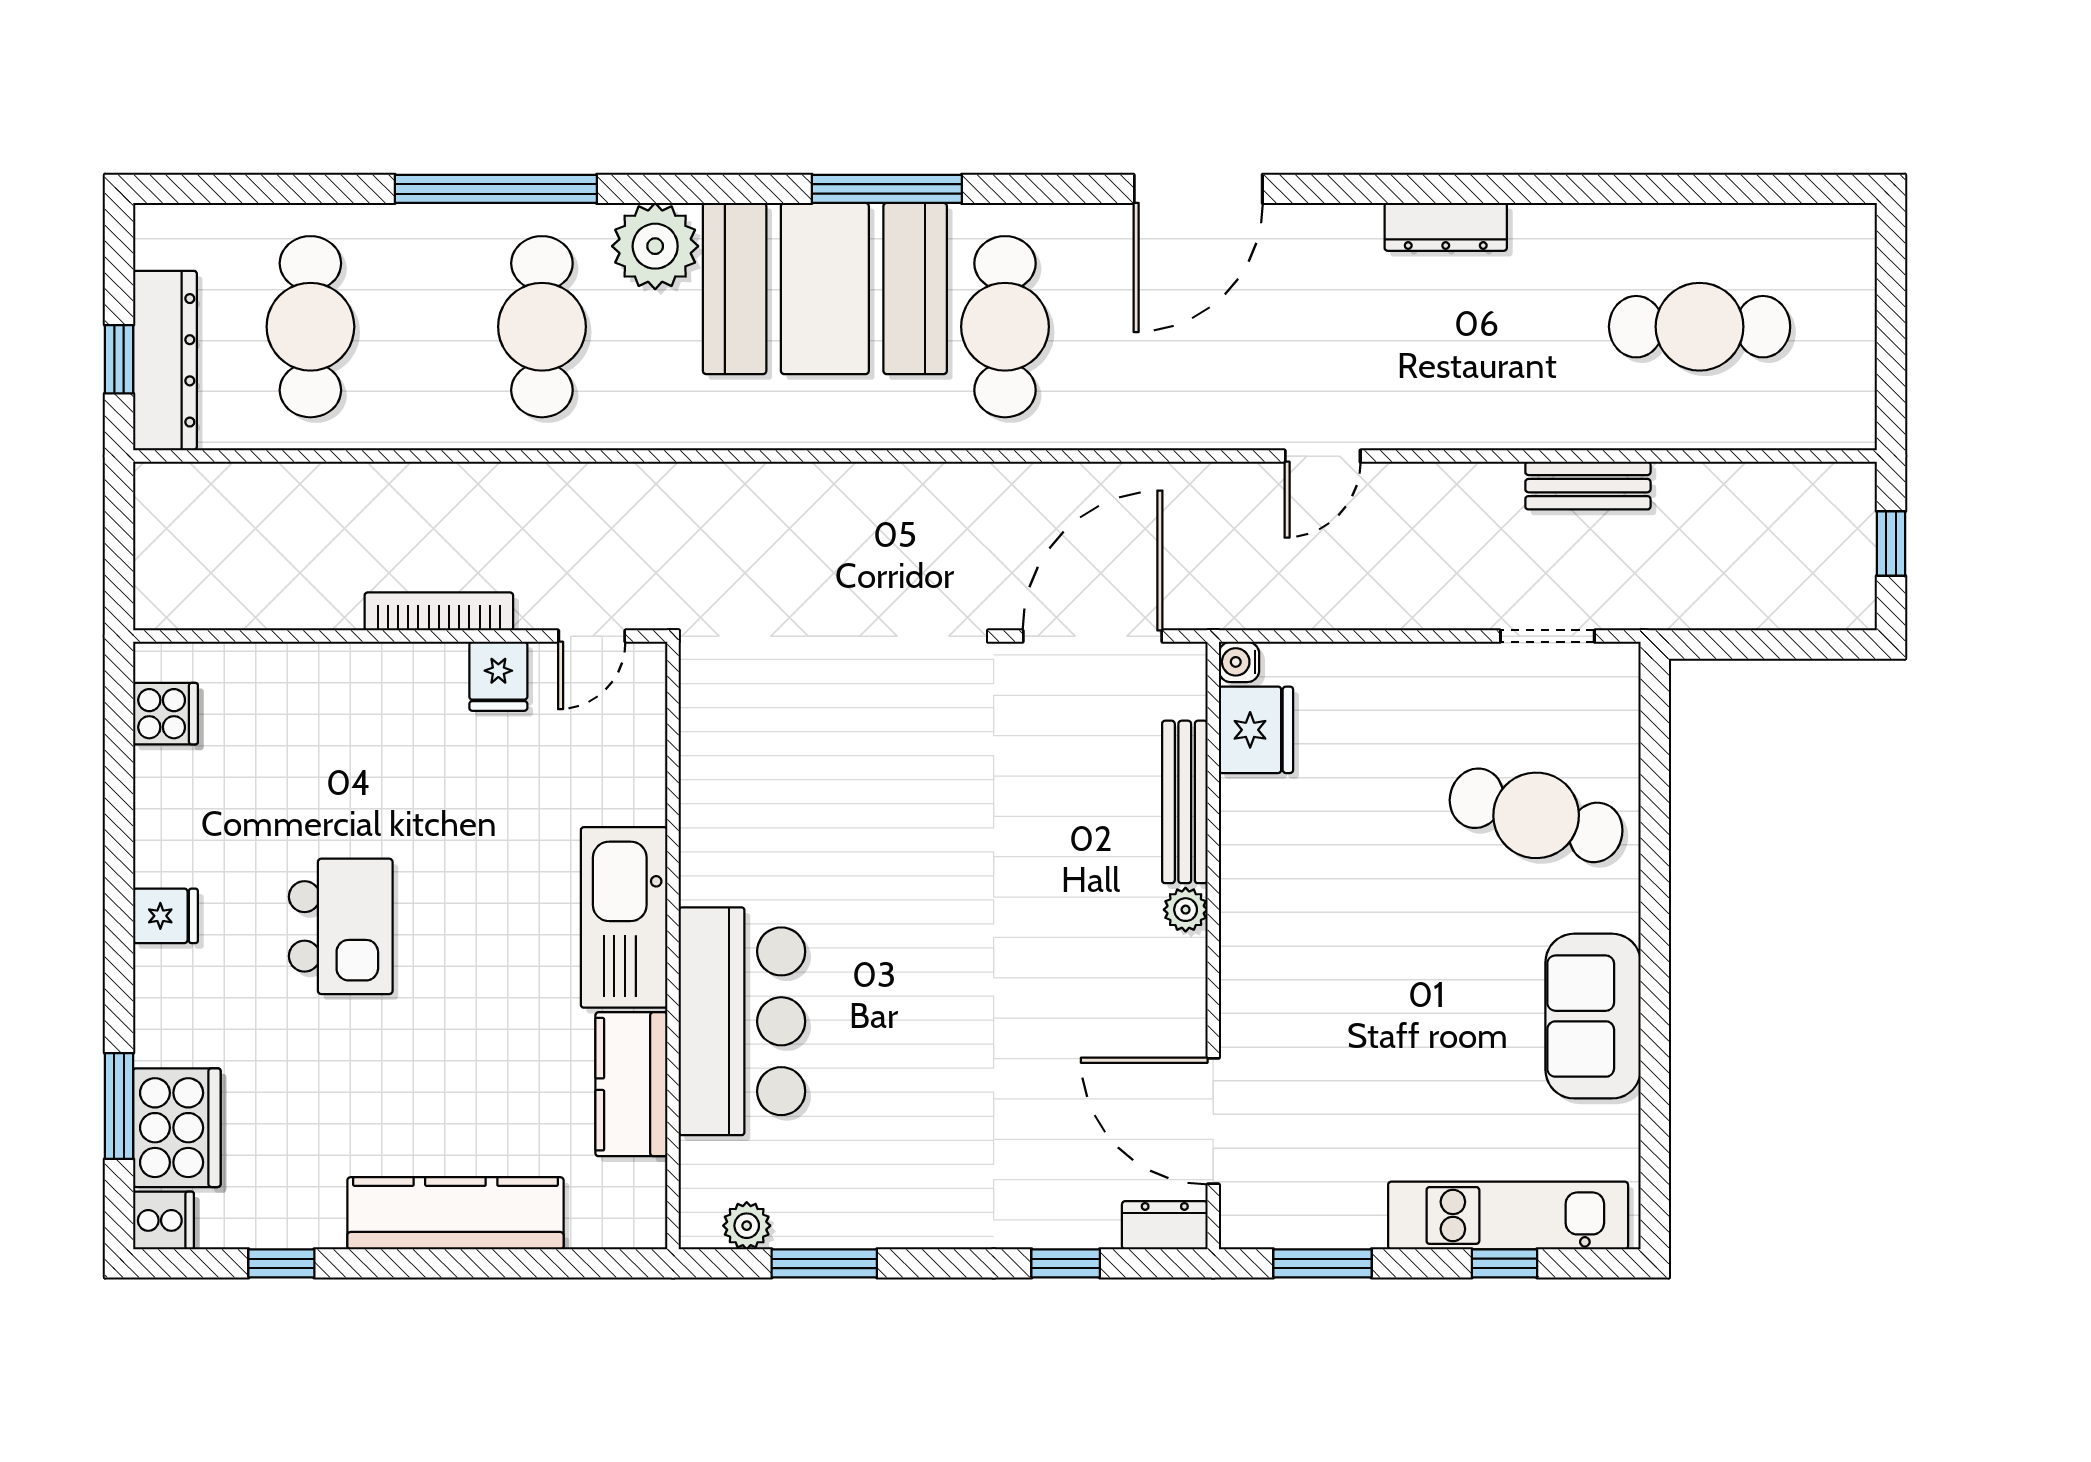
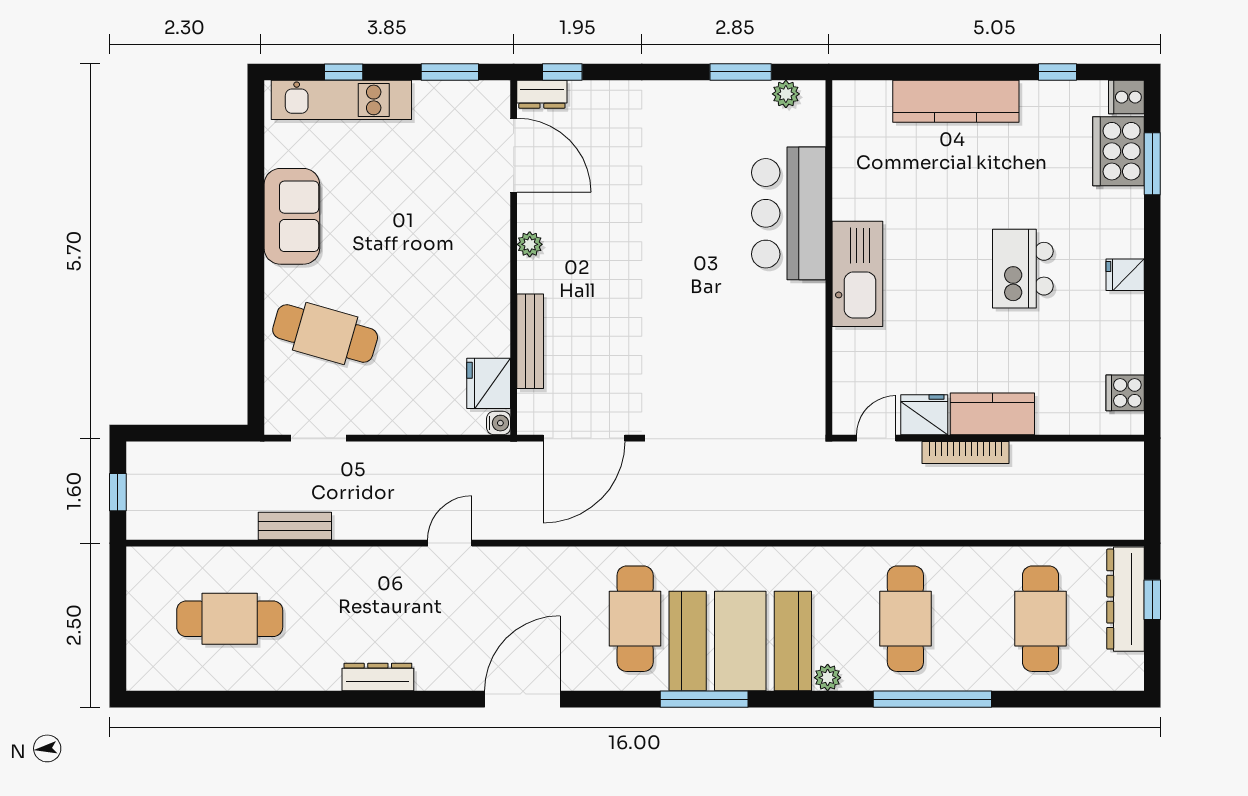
plant: (655, 246) -> (828, 678), width x0.53, depth x0.53
fridge: (498, 676) -> (924, 415), width x1.38
plant: (1186, 910) -> (530, 244), moved
kitchen counter: (631, 1084) -> (992, 414), moved, turned -90
window: (1066, 1263) -> (562, 72), moved

